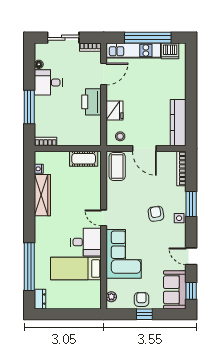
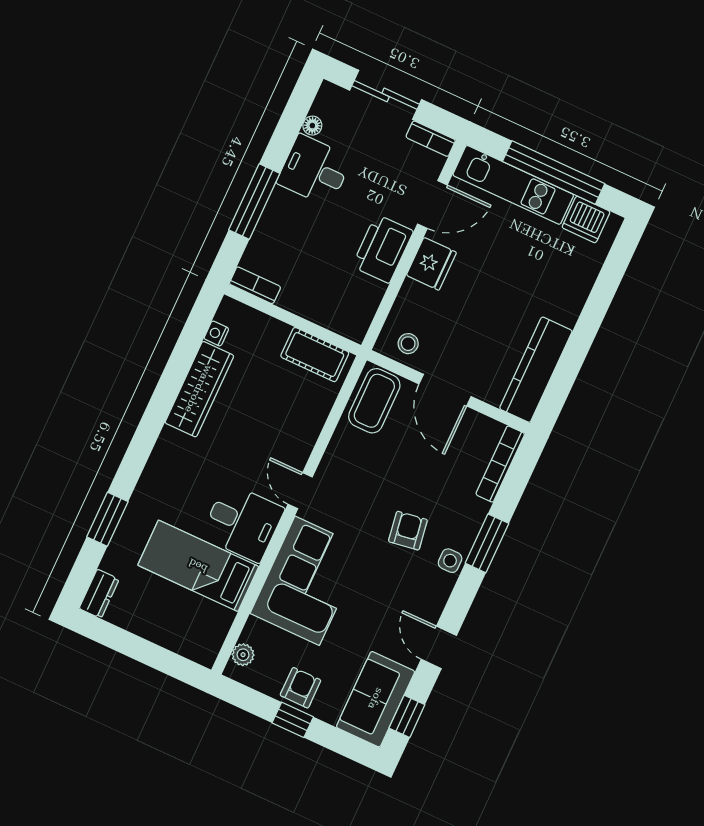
fridge: (115, 111) -> (431, 264), moved
window: (29, 267) -> (107, 519), width x0.47

